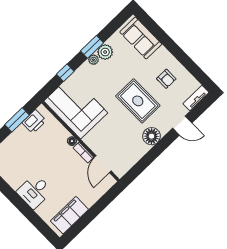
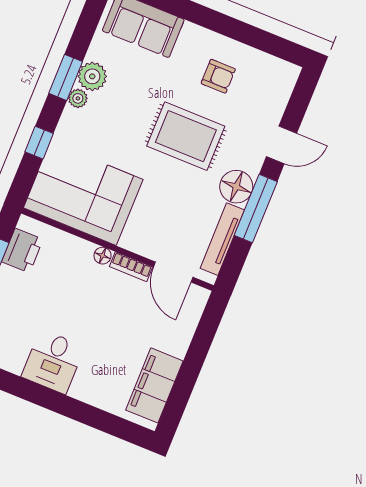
tv unit: (196, 98) -> (222, 239), moved, width x1.41
window: (156, 151) -> (256, 208), added
desk: (34, 191) -> (53, 362), moved

